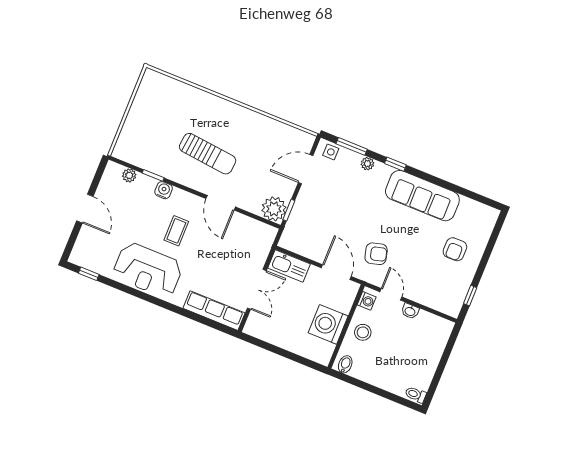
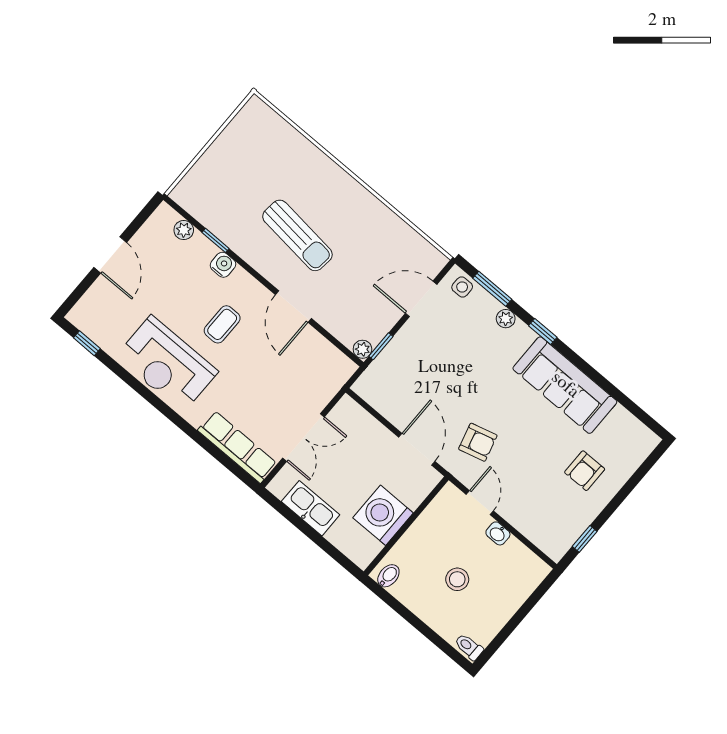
plant: (274, 209) -> (362, 349), width x0.53, depth x0.53
kitchen sink: (289, 266) -> (311, 508), moved, turned 180
washing machine: (367, 301) -> (445, 501), removed
stool: (363, 332) -> (457, 579), moved

